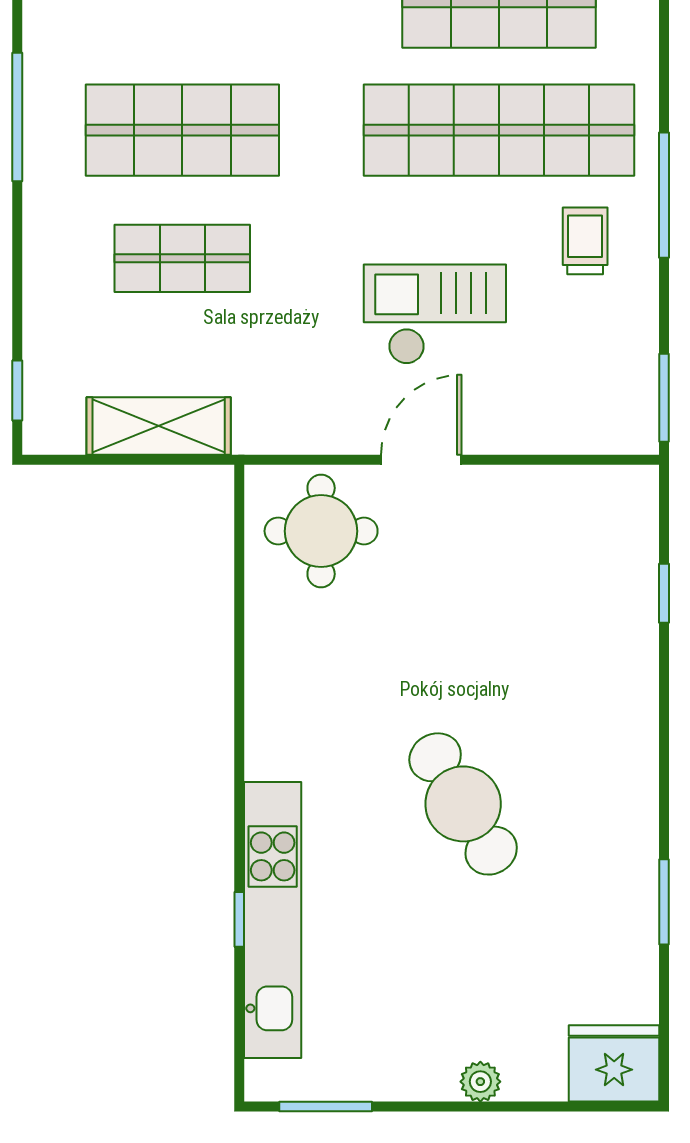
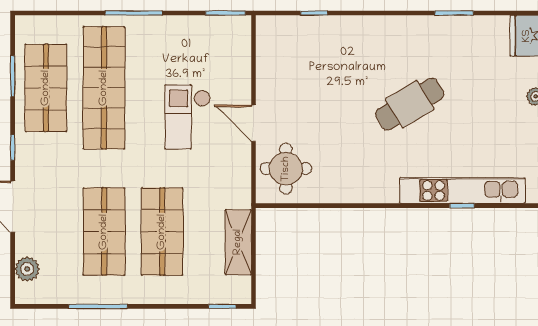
trolley: (585, 241) -> (154, 49), removed
shop shelf: (182, 258) -> (162, 232), width x1.43, depth x1.36

